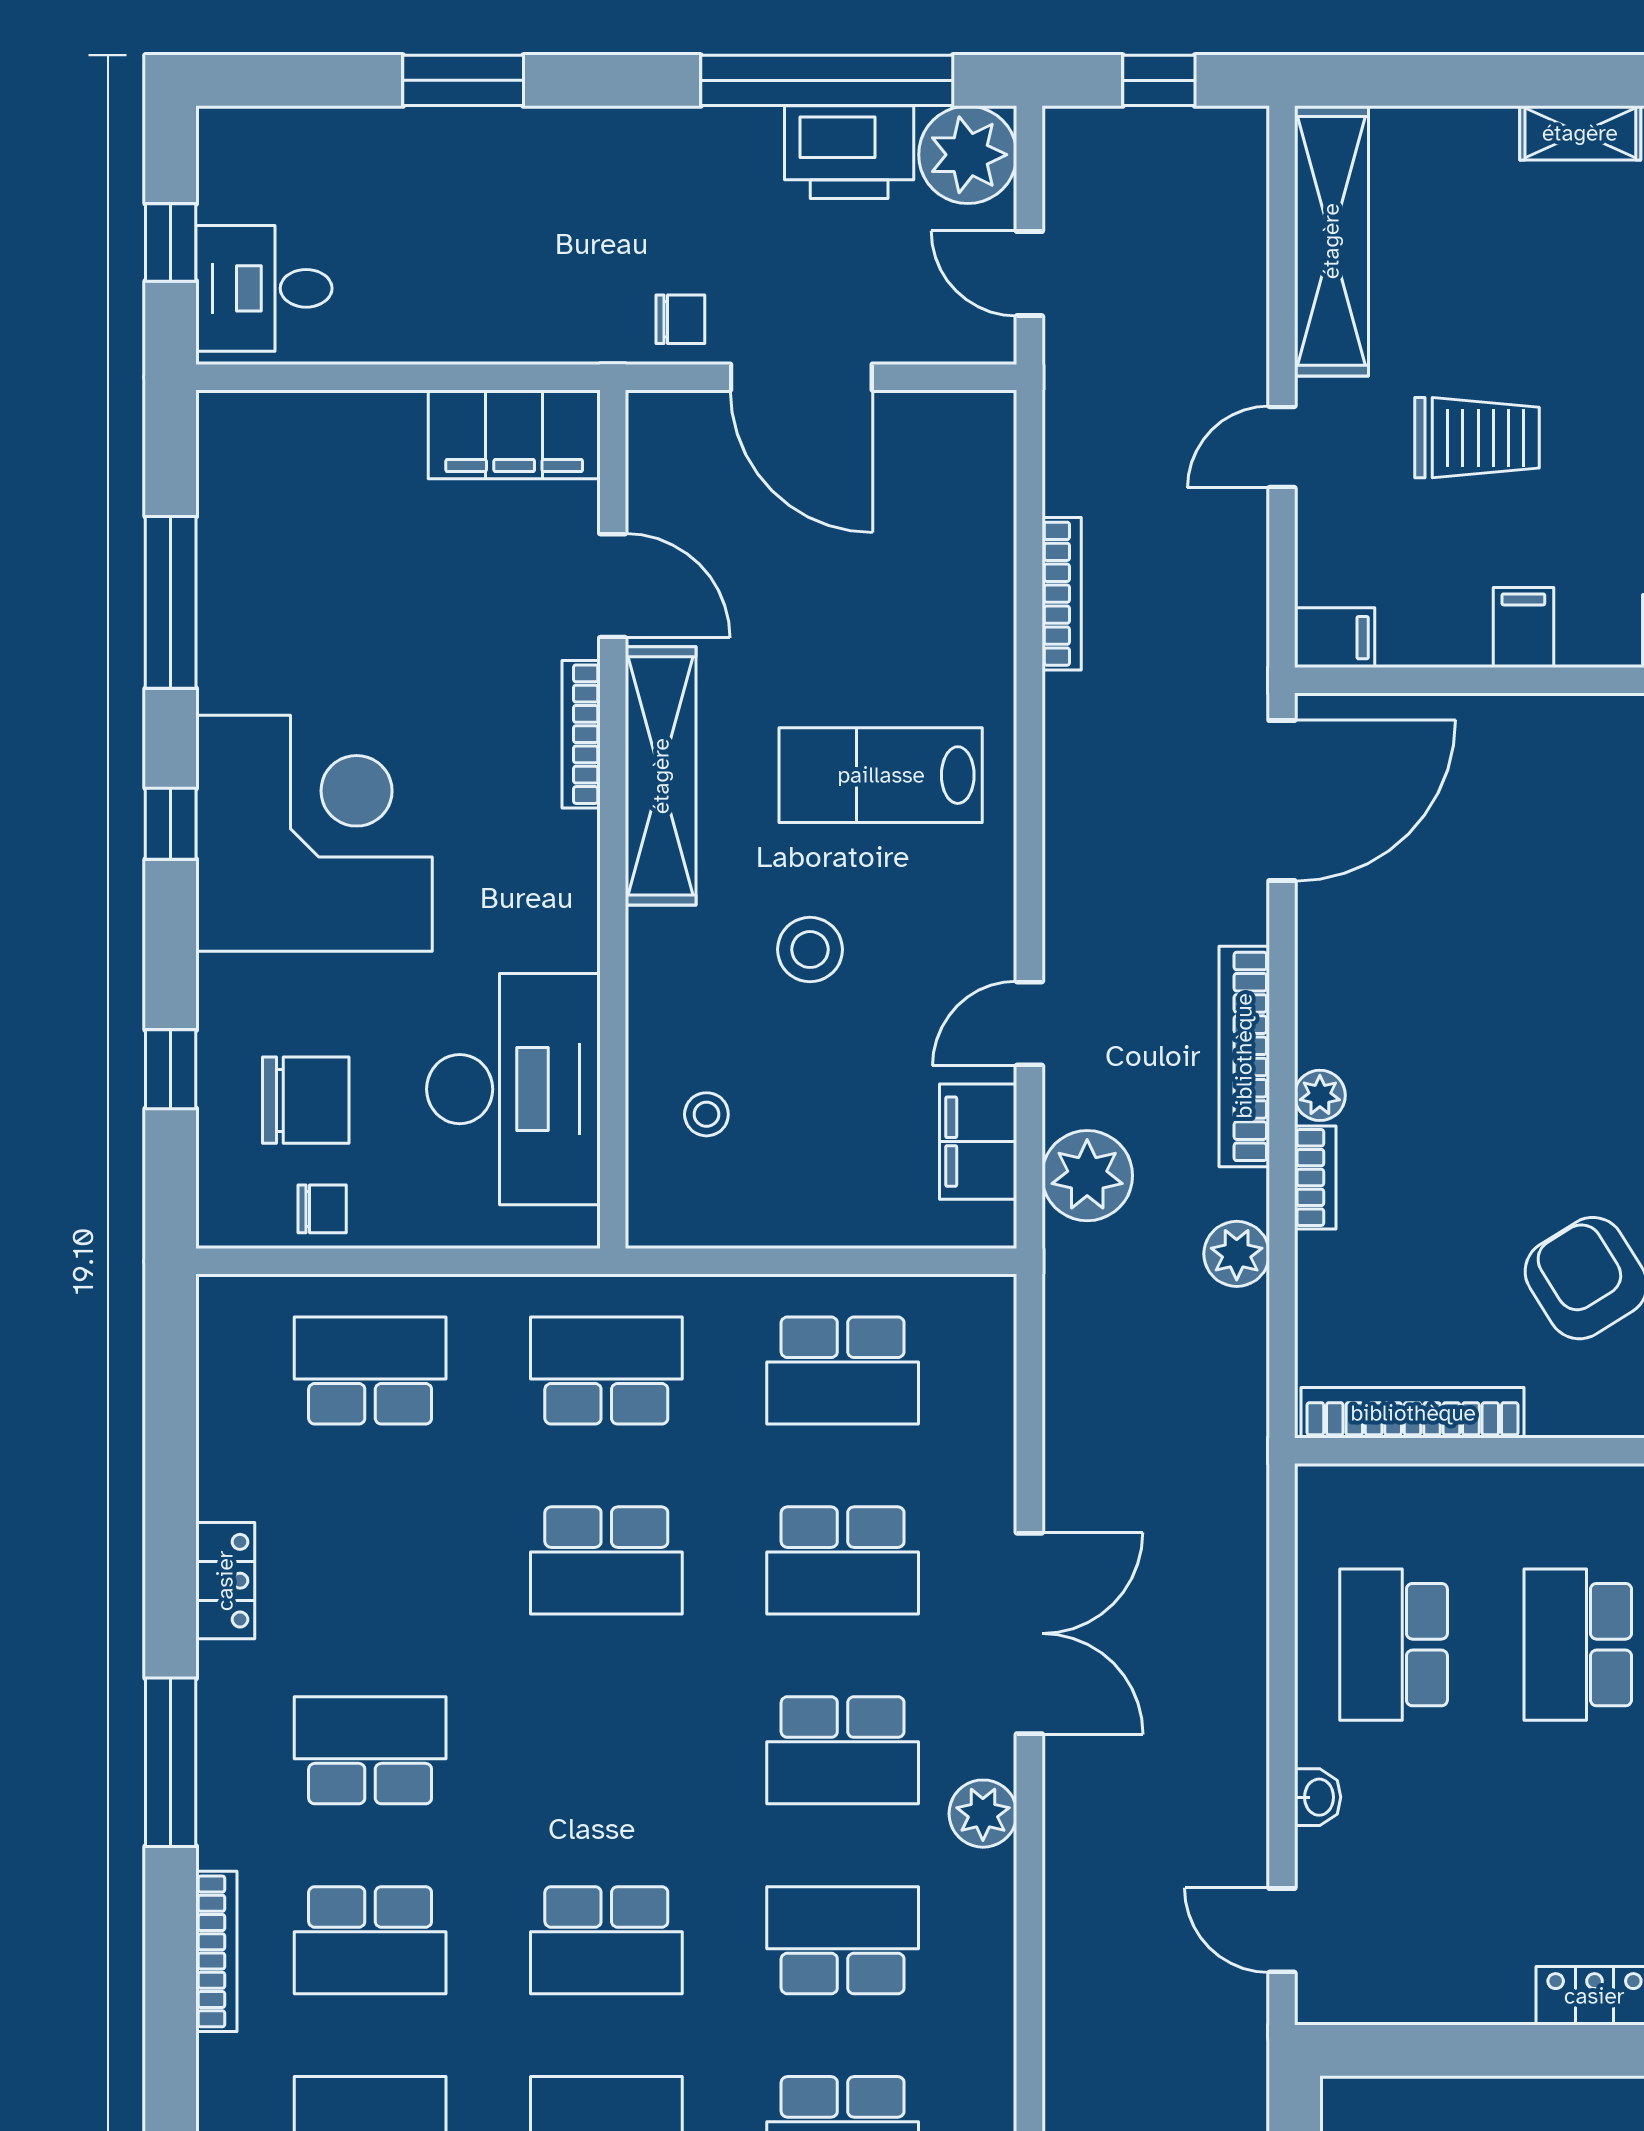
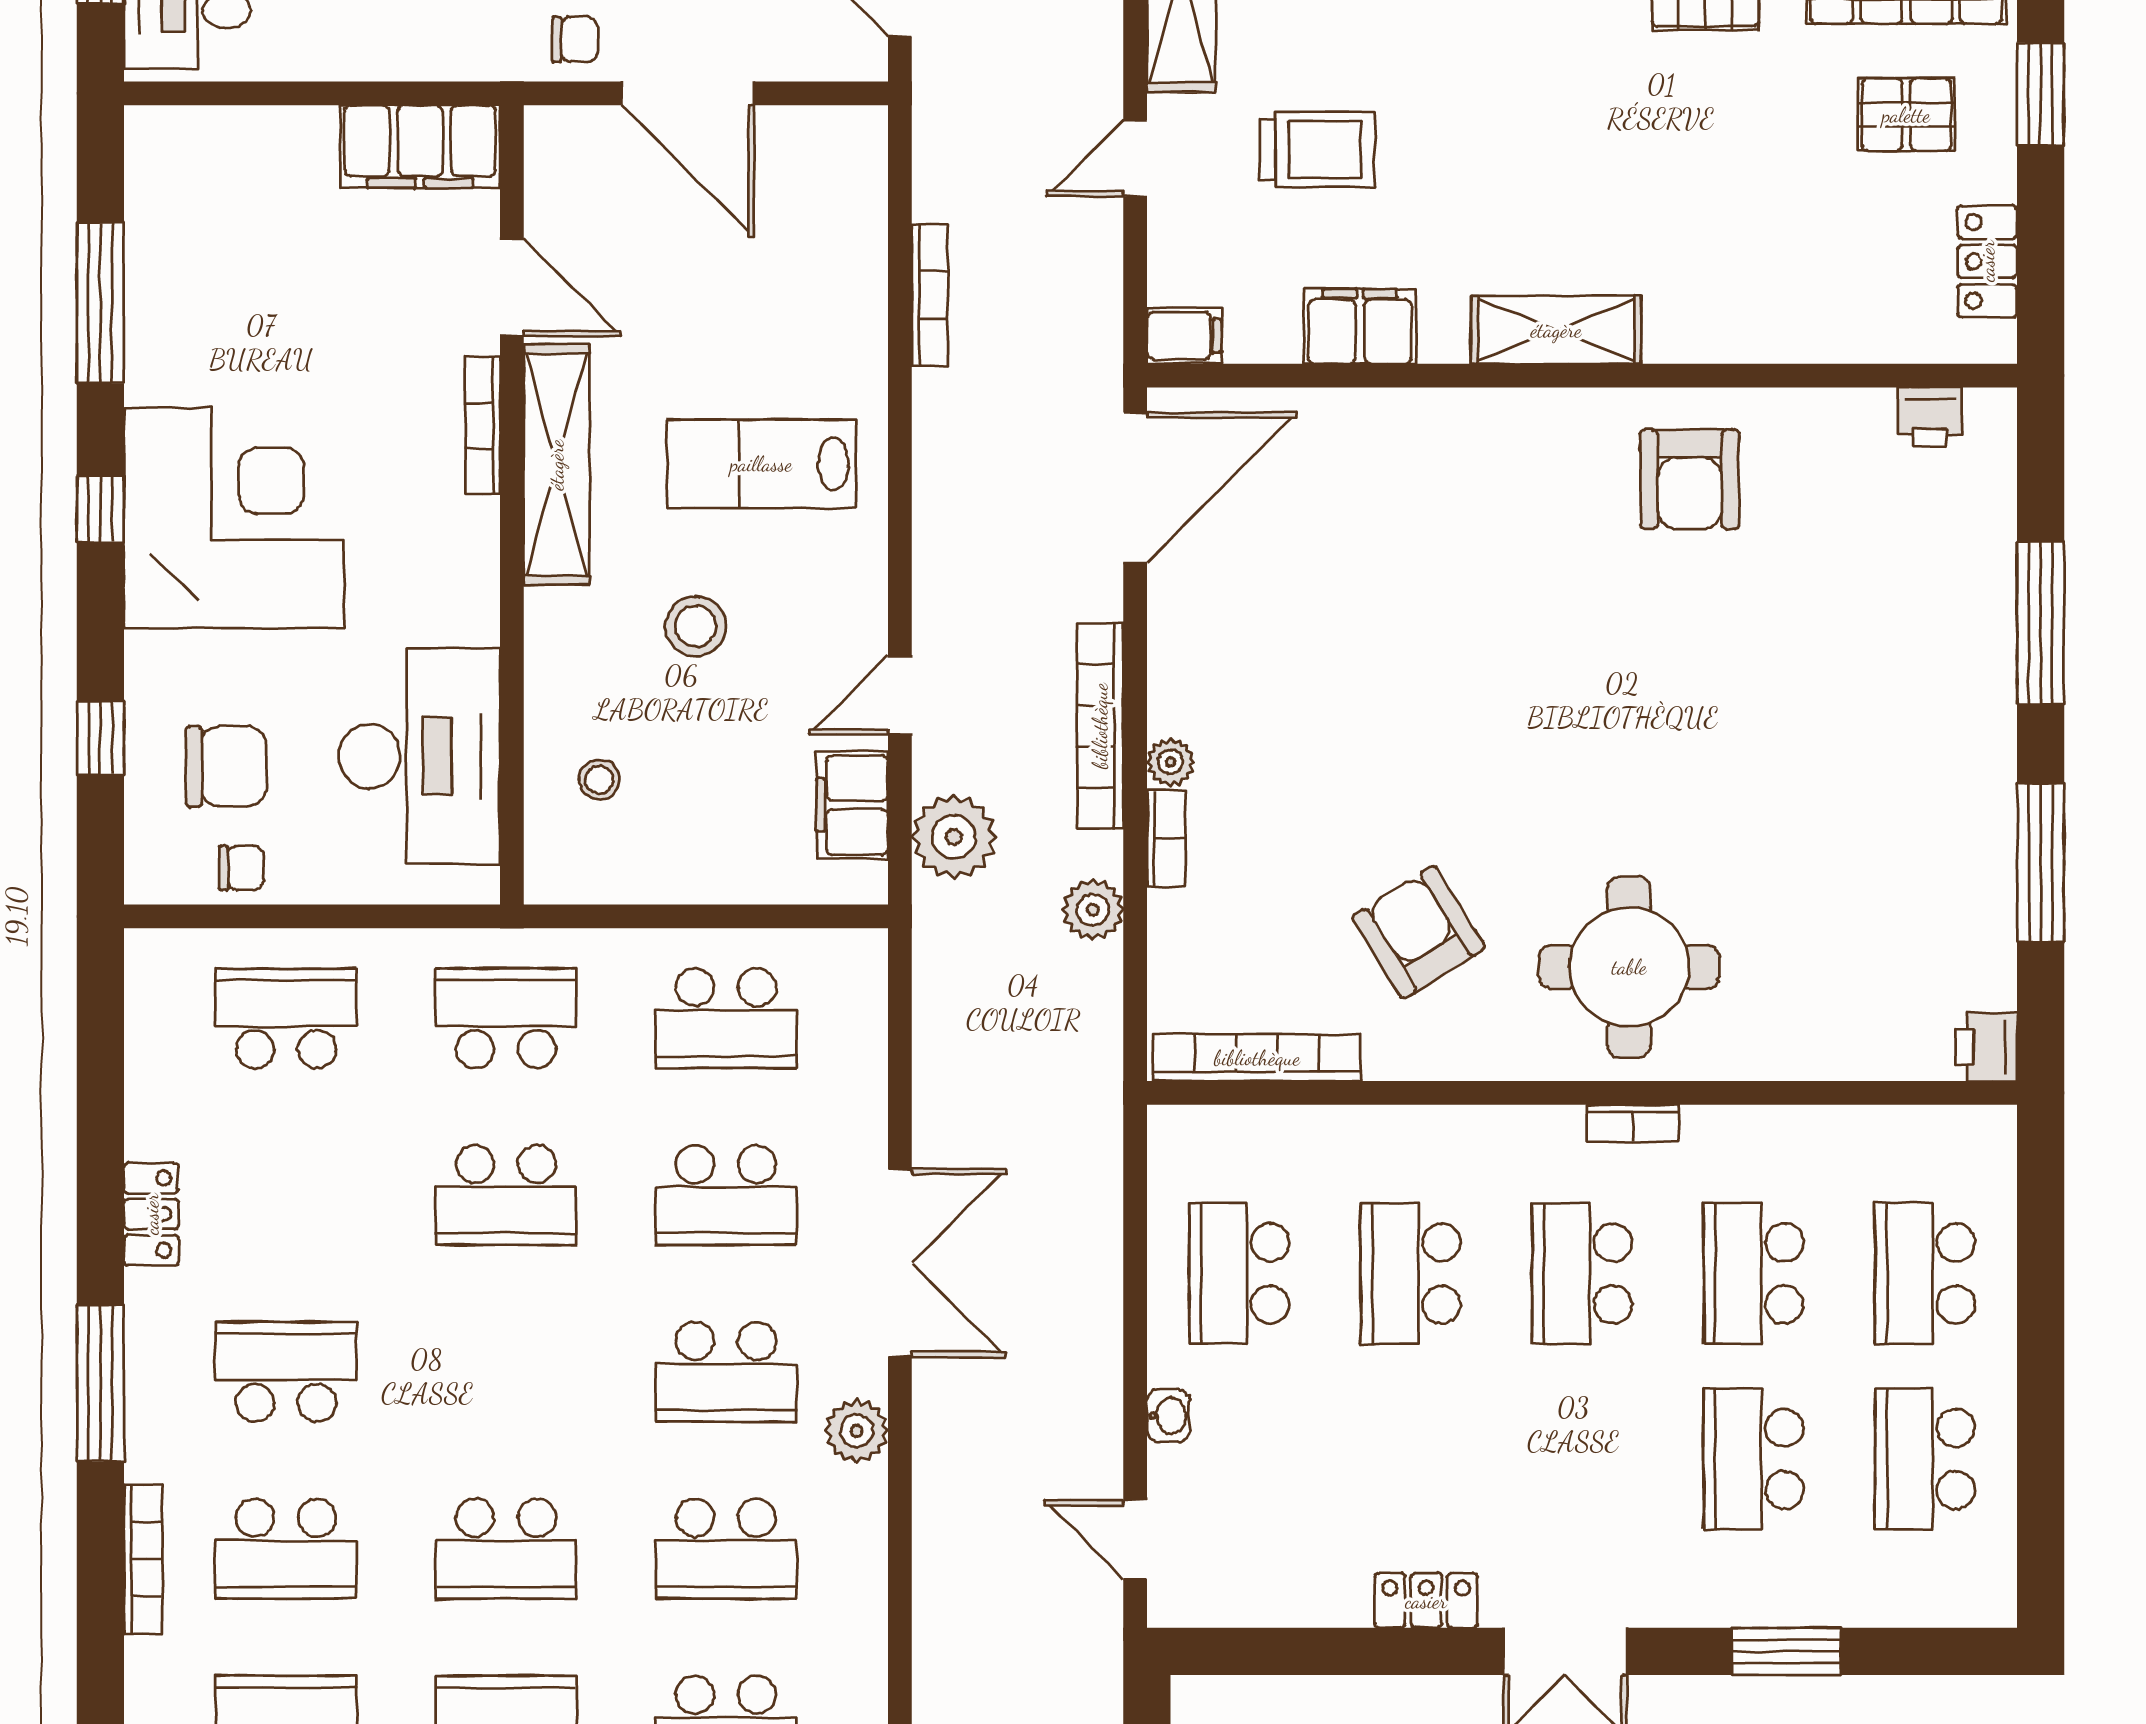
filing cabinet: (1523, 628) -> (1360, 326), width x2.00
school desk: (843, 1940) -> (726, 1549), turned 180

